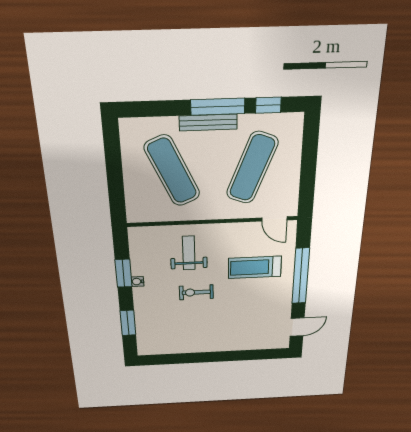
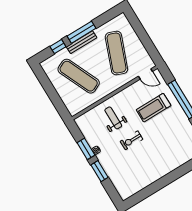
window: (268, 105) -> (58, 47), moved
window: (128, 323) -> (100, 171), moved

